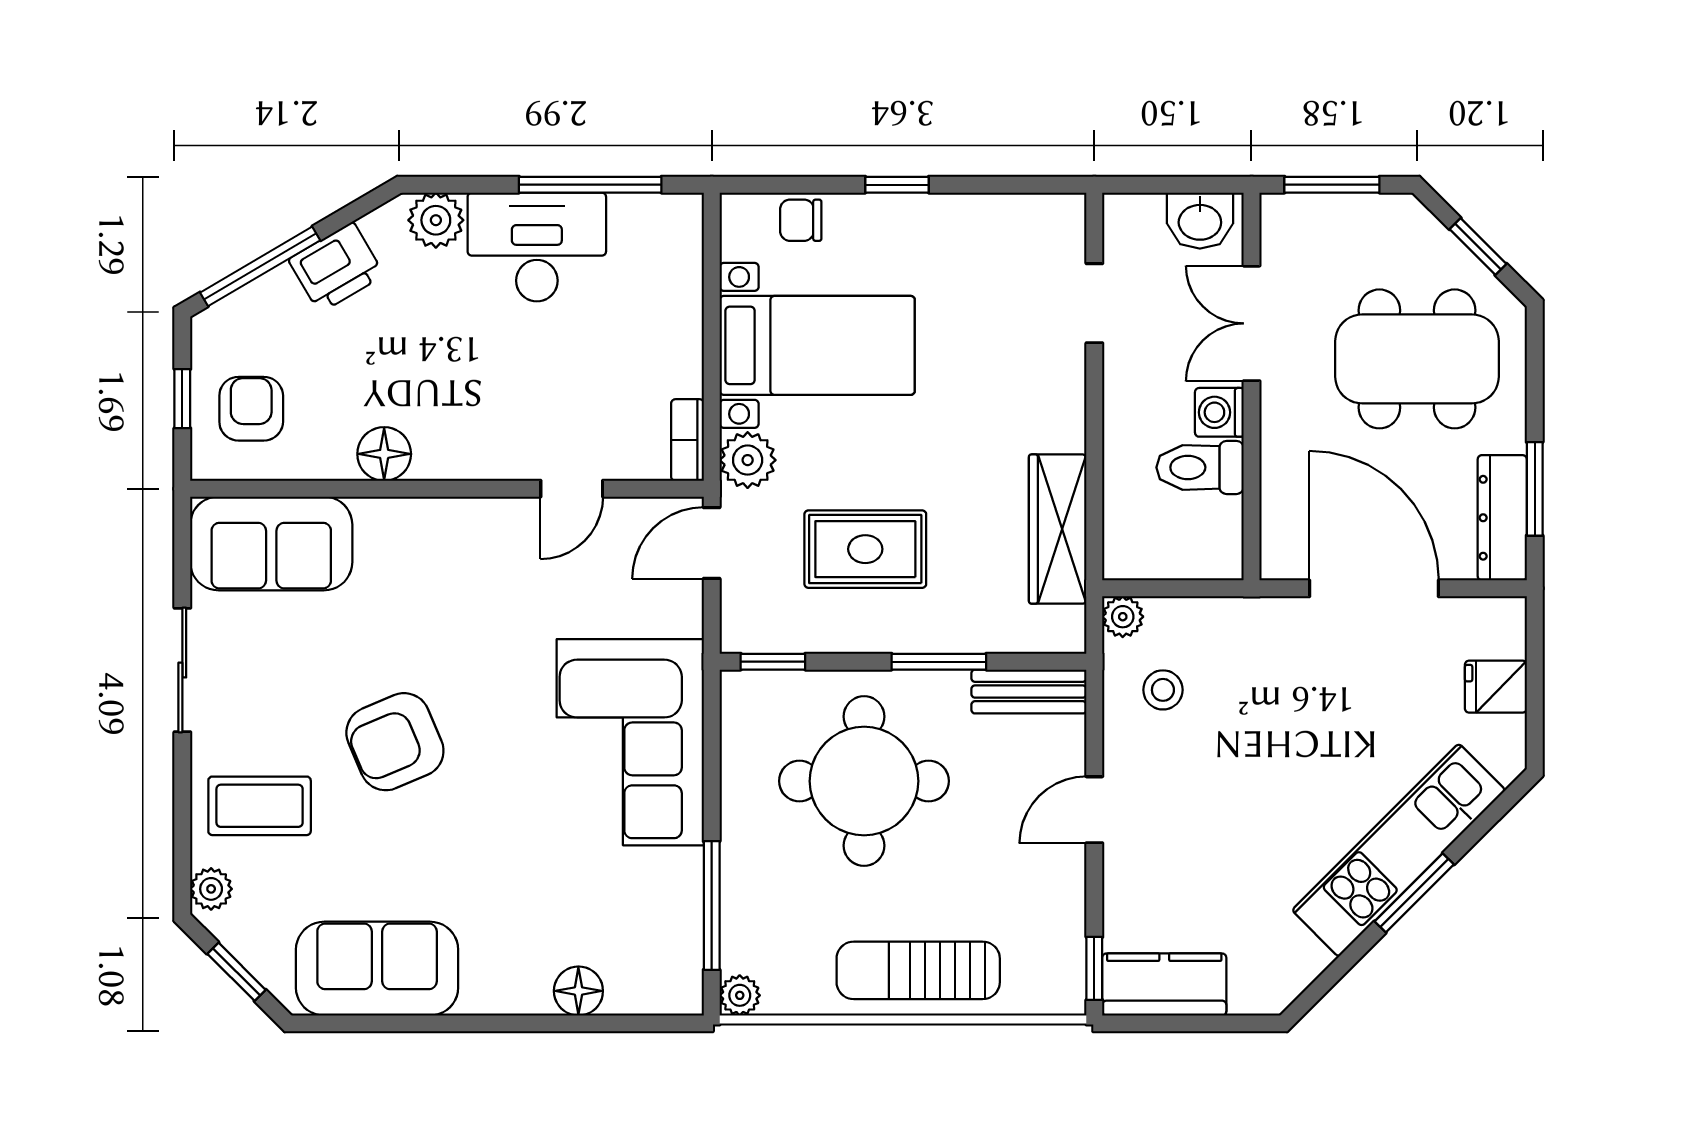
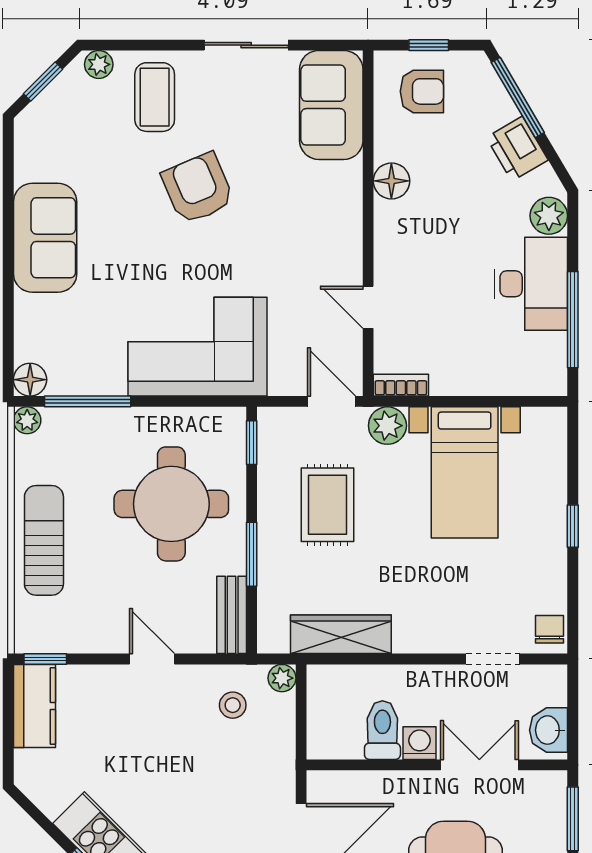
chair: (801, 220) -> (549, 629), moved
sofa: (377, 969) -> (45, 238), moved
floor lamp: (578, 991) -> (30, 380), moved

